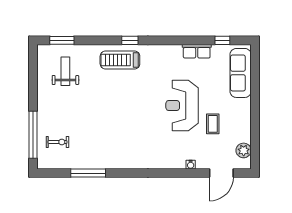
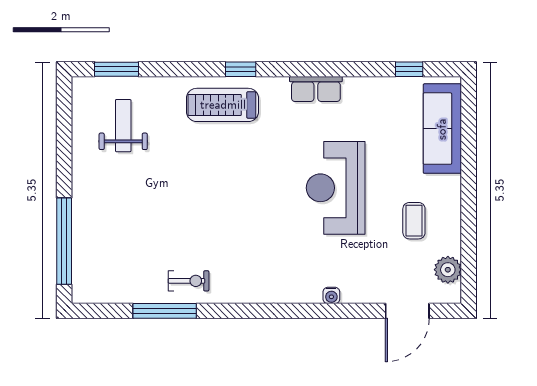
row of seats: (197, 51) -> (316, 89), moved
coffee table: (213, 124) -> (414, 221), moved
exercise bike: (58, 142) -> (189, 281), moved
water cooler: (191, 165) -> (331, 295), moved

